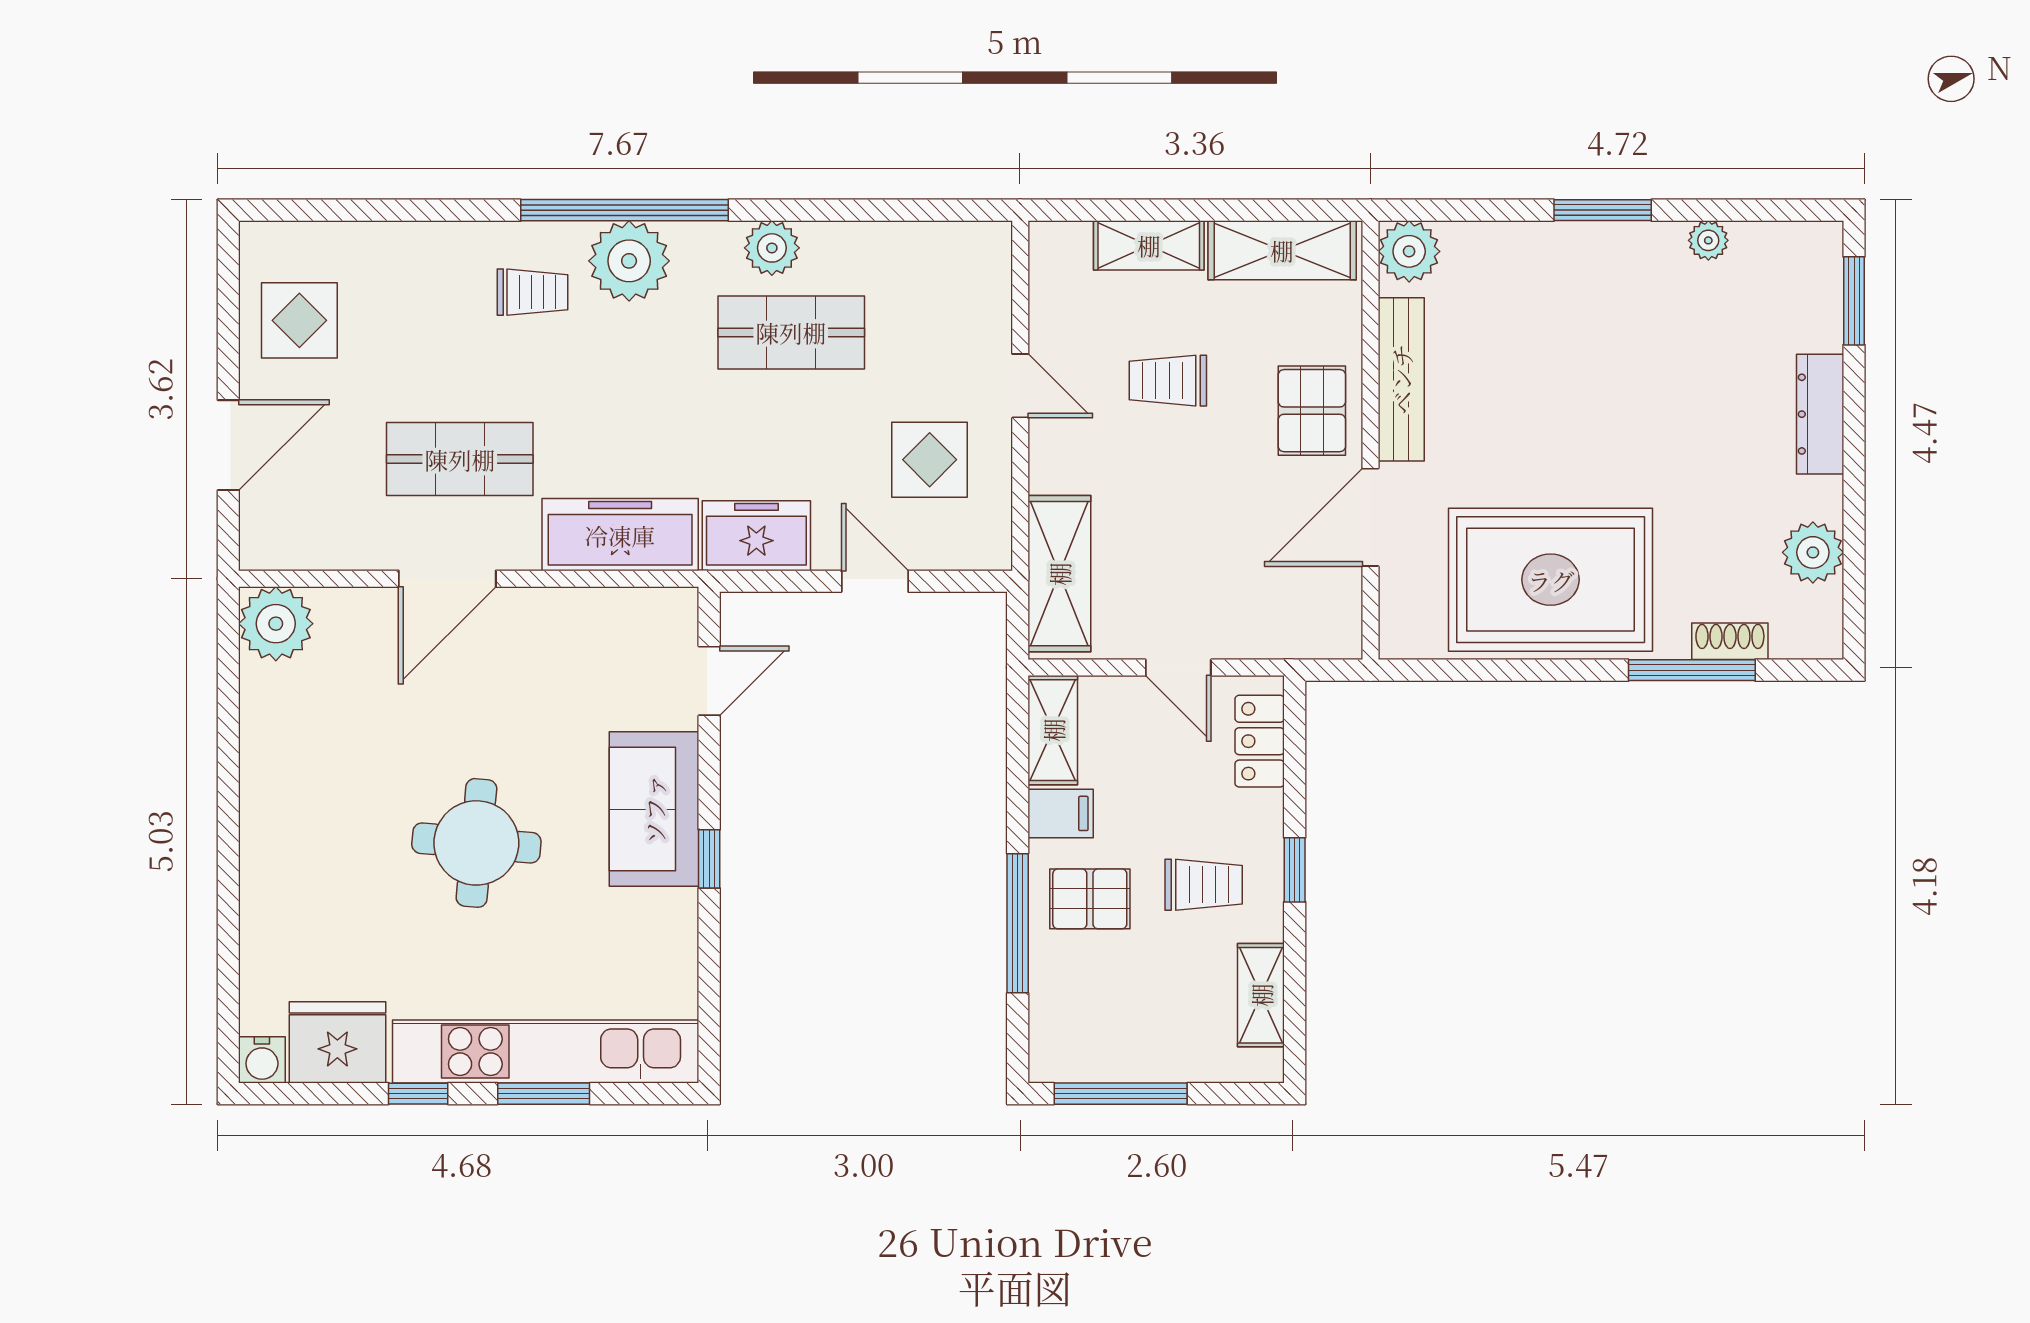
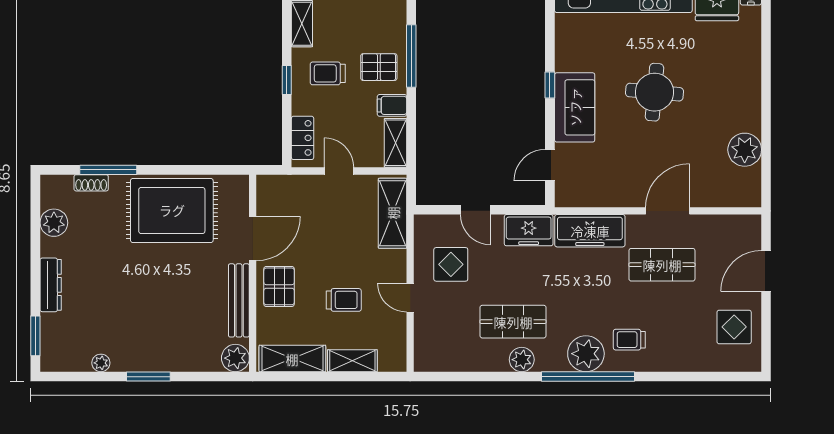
plant: (276, 624) -> (745, 150), moved

